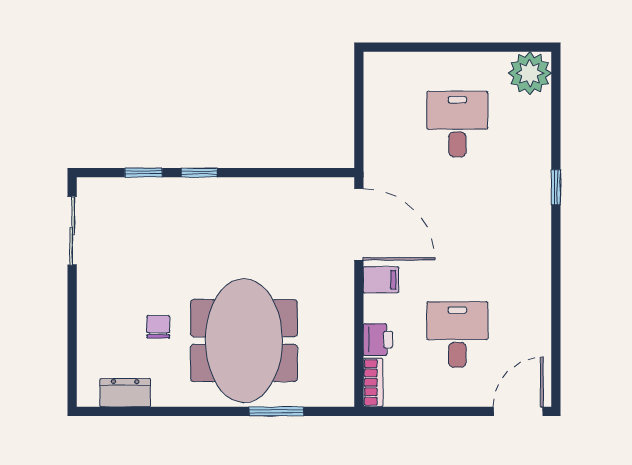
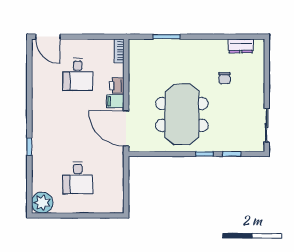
printer: (378, 340) -> (117, 86), moved
meeting table: (244, 341) -> (182, 114), moved
door: (518, 411) -> (48, 37), hinge flipped

